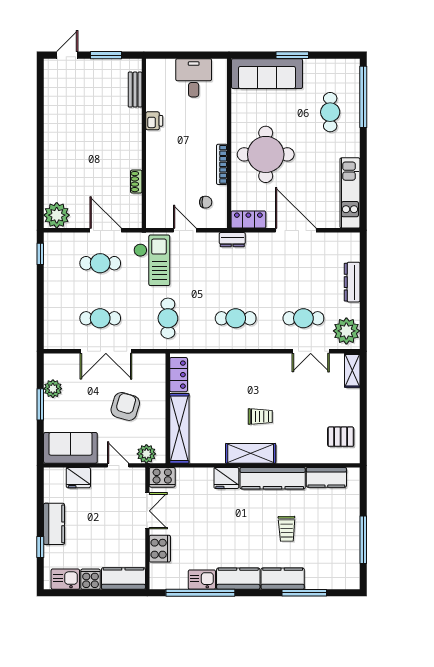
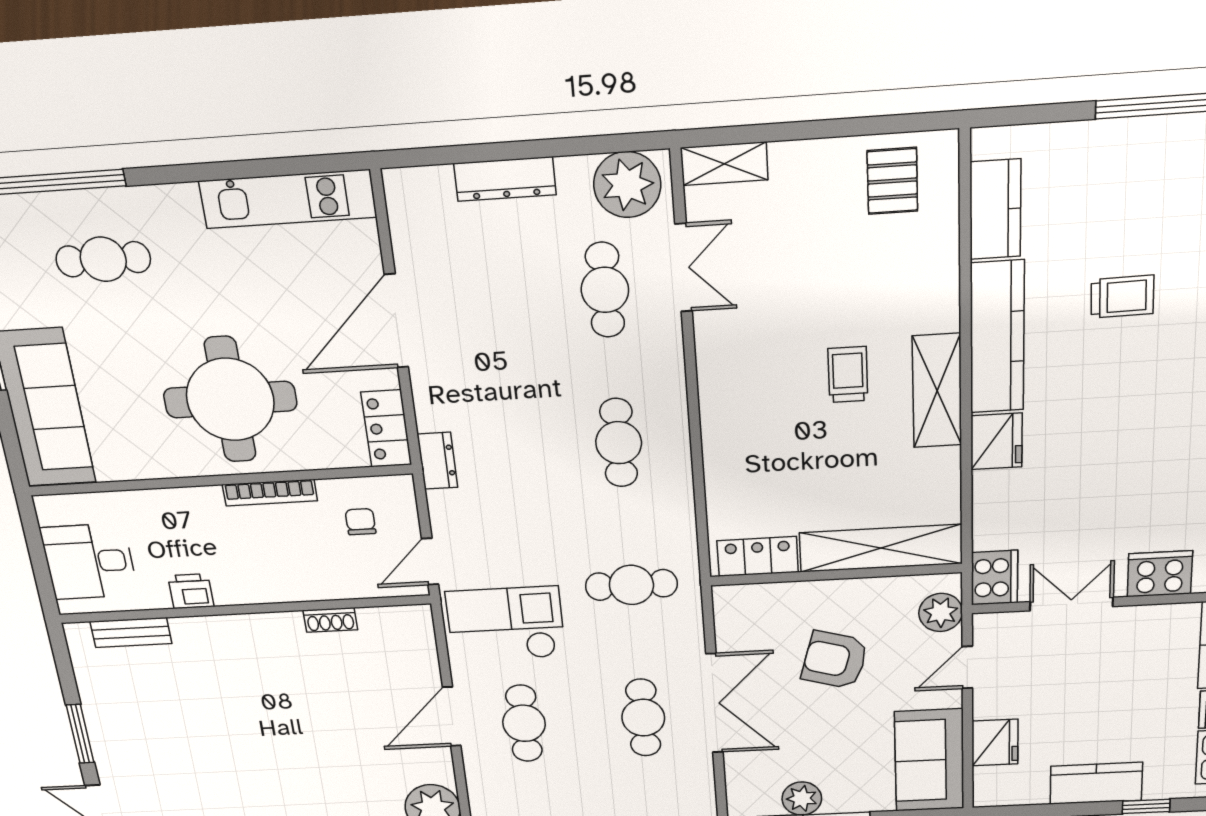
bench: (135, 90) -> (131, 633), moved
printer: (154, 121) -> (191, 591), moved
wall: (144, 143) -> (244, 609), moved
shoe rack: (136, 182) -> (330, 620), moved

